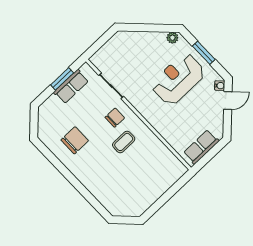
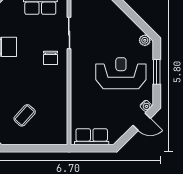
chair: (115, 118) -> (50, 58), turned 90
coffee table: (124, 142) -> (25, 115), moved, turned -48

